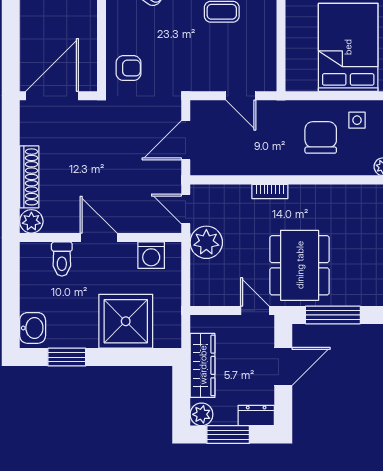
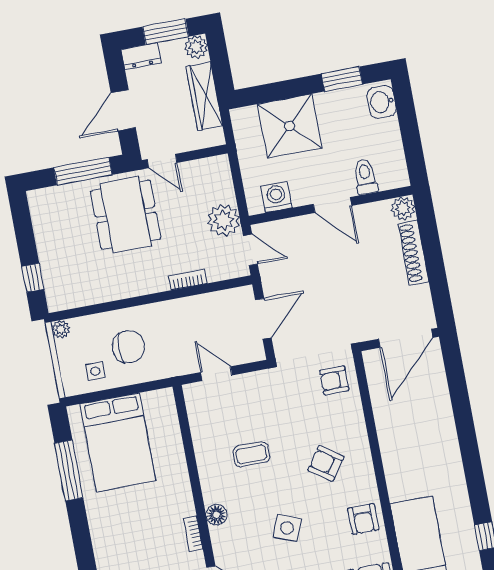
chair: (321, 137) -> (129, 347), turned -90
bookcase: (270, 192) -> (188, 280), moved

